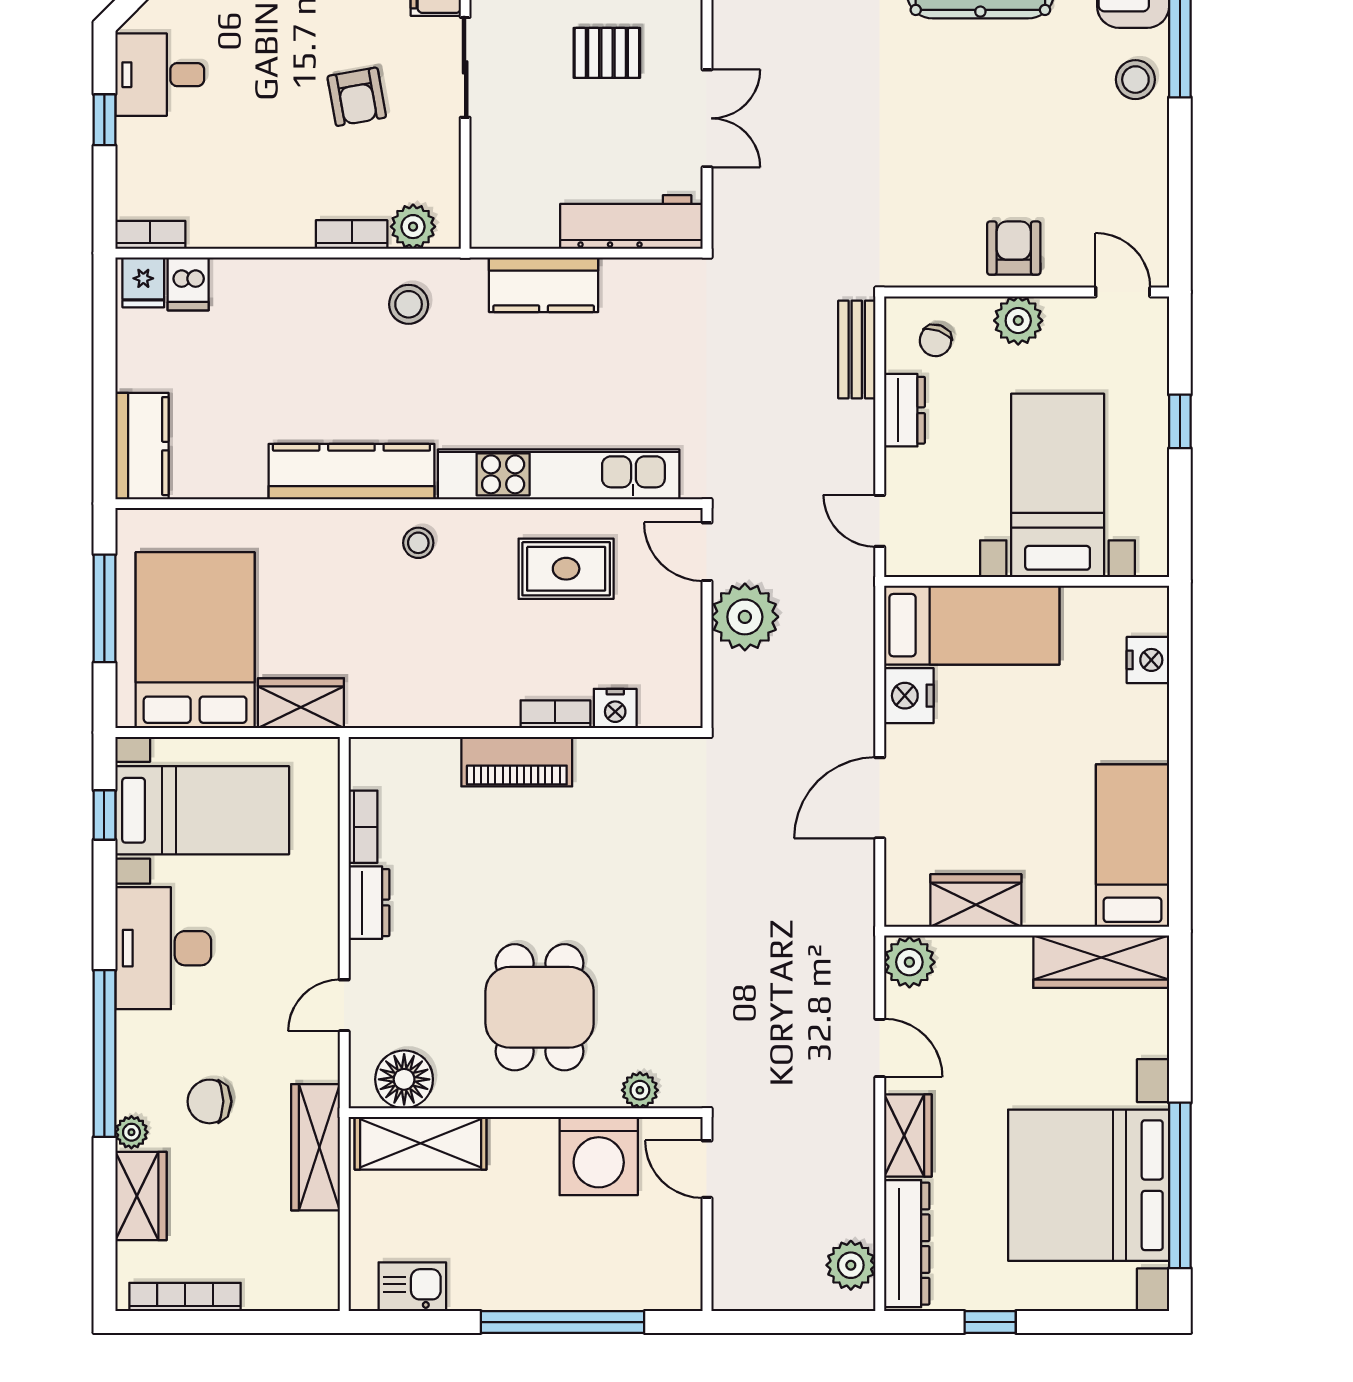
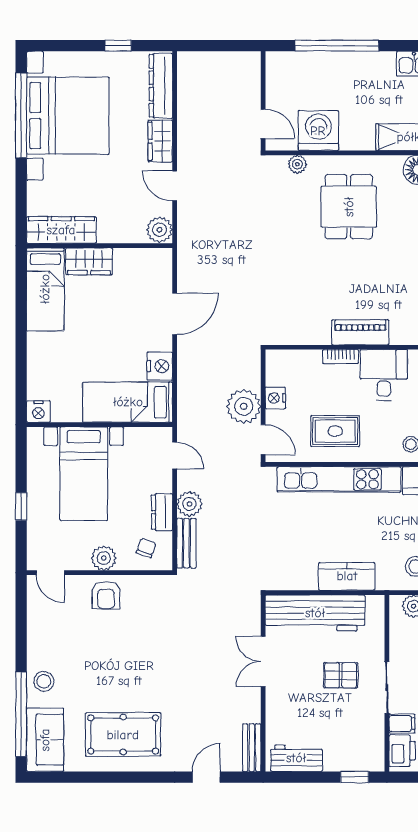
pallet: (607, 53) -> (341, 675), moved
workbench: (631, 222) -> (315, 613), width x1.36, depth x1.32
nightstand: (1148, 660) -> (38, 412), moved, turned -90
desk: (471, 678) -> (384, 375), added
nightstand: (615, 708) -> (275, 398), moved, turned -90
wardrobe: (976, 901) -> (89, 261), moved
plant: (851, 1265) -> (189, 504), moved

